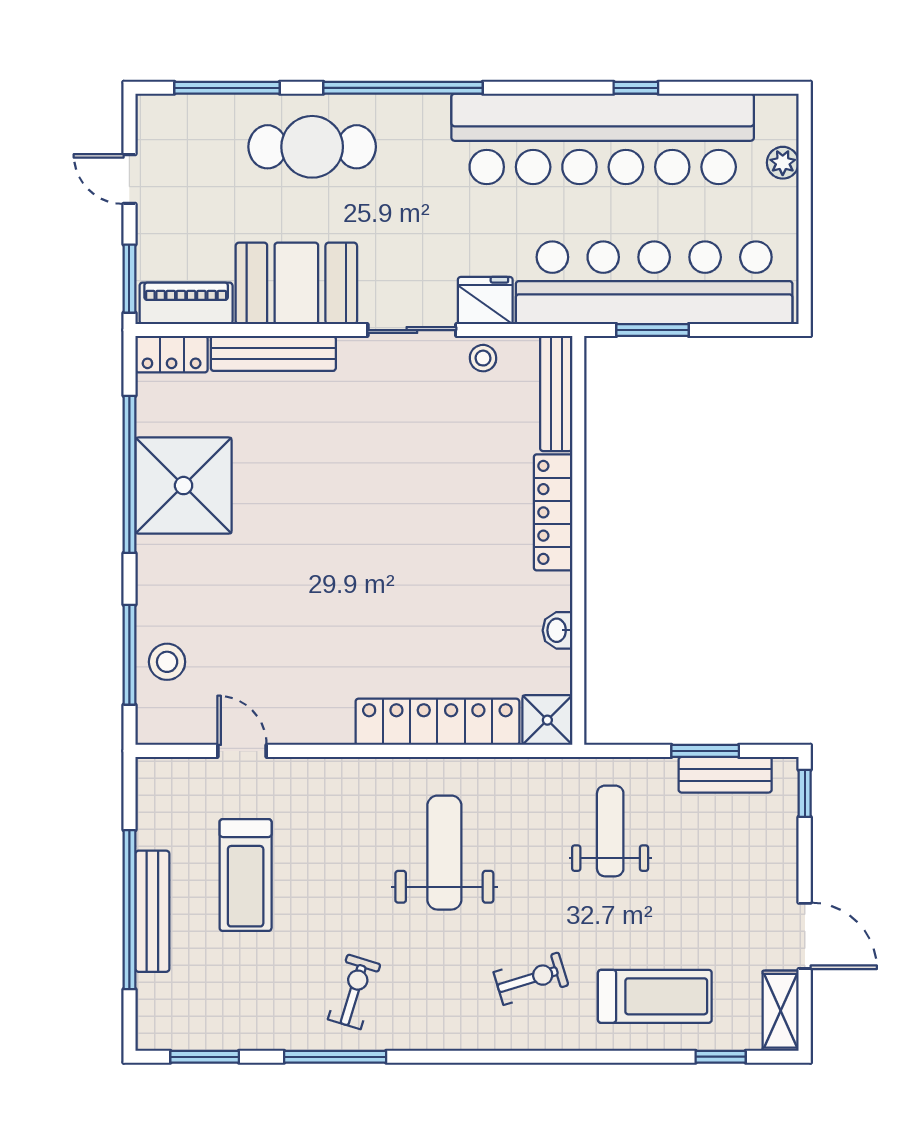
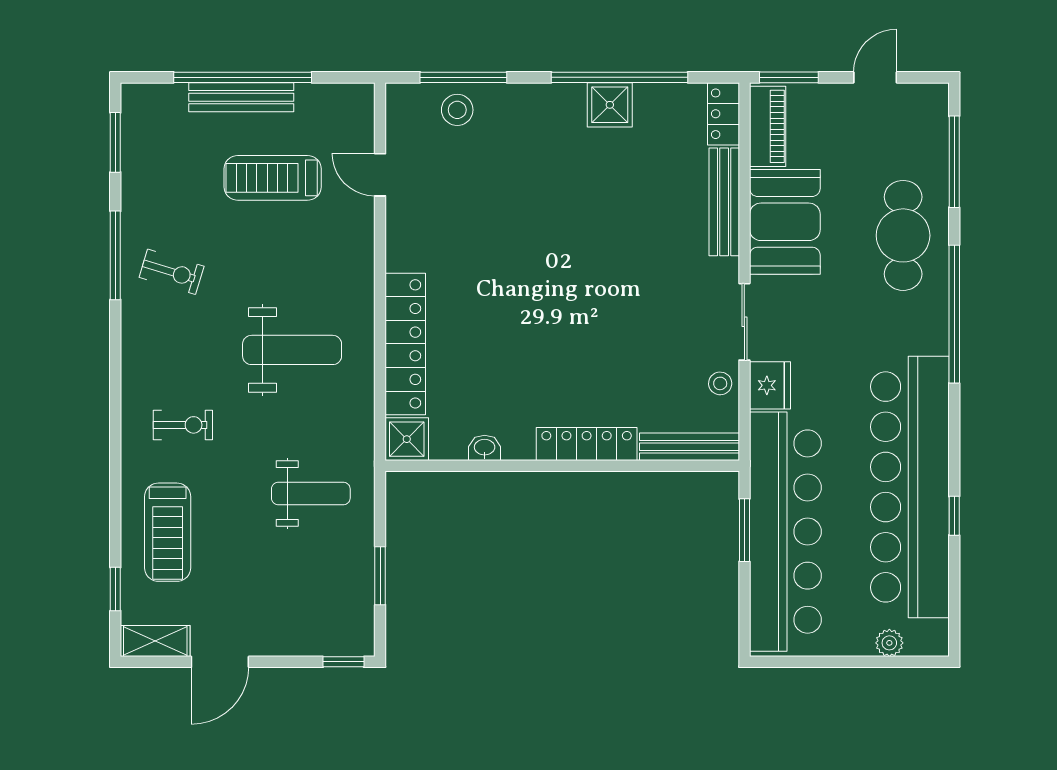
shower: (184, 486) -> (610, 105), width x0.54, depth x0.54
door: (242, 751) -> (380, 175), swing flipped
bench: (725, 775) -> (359, 593), removed
exercise bike: (531, 979) -> (183, 425), turned -73

